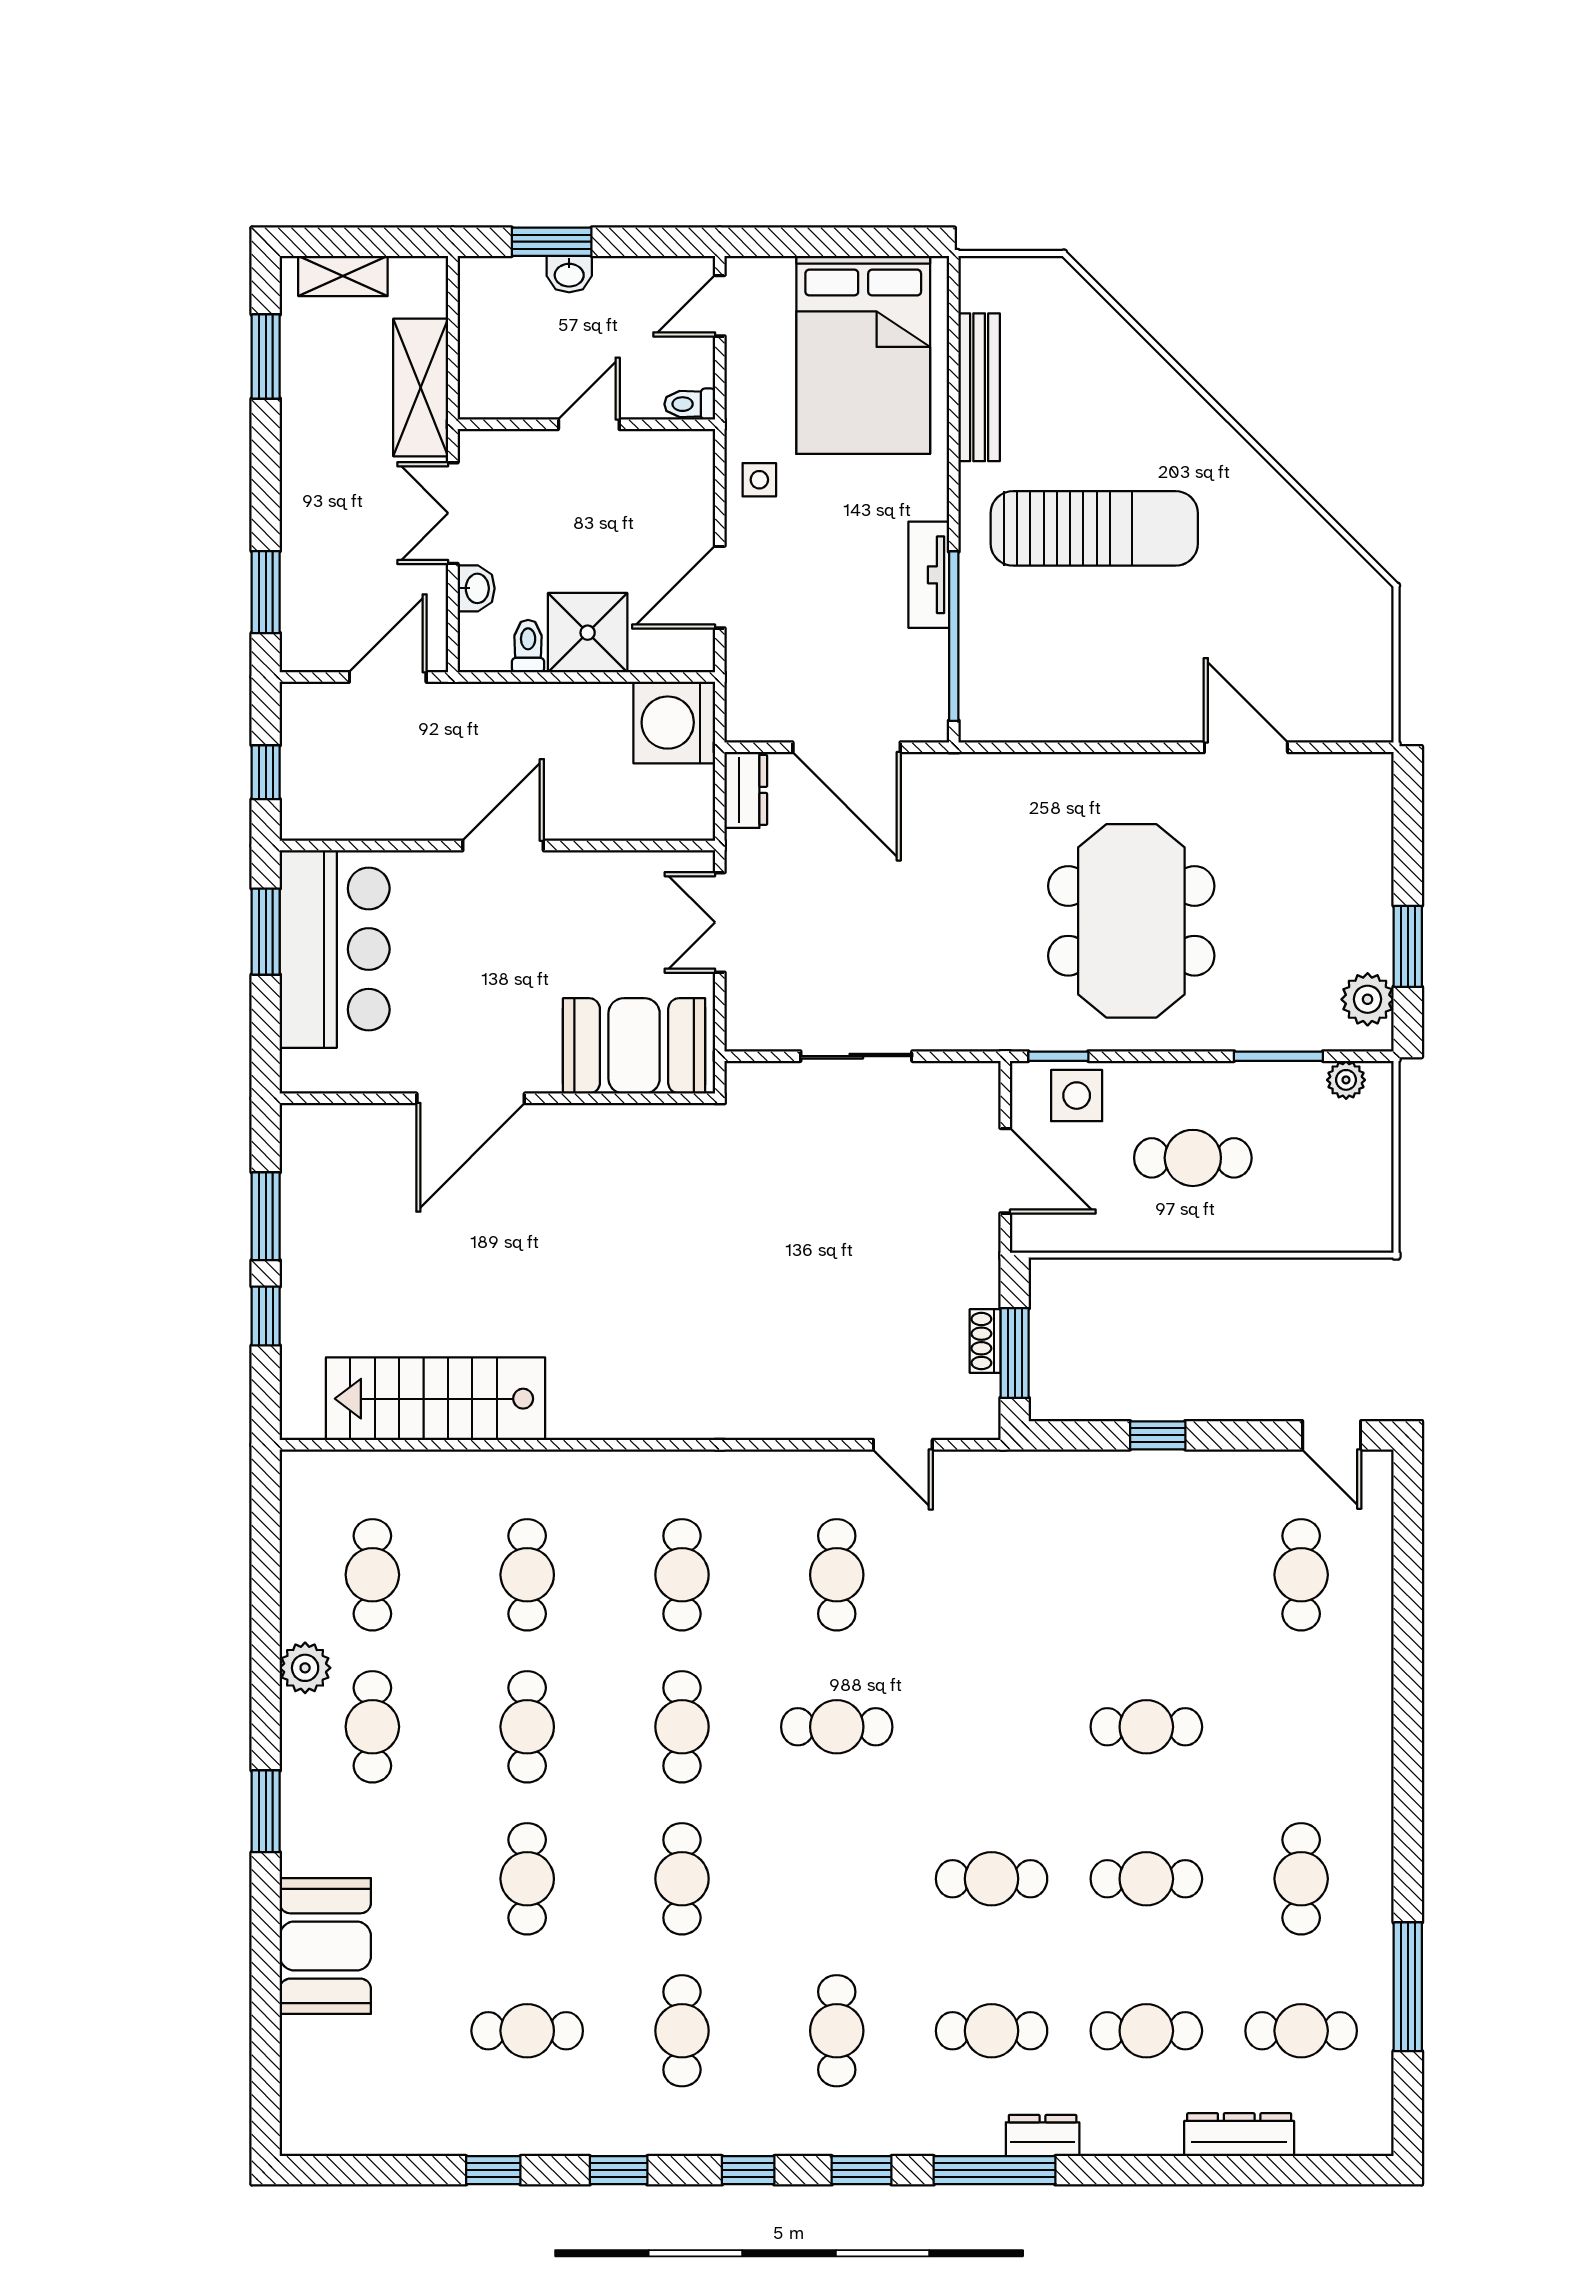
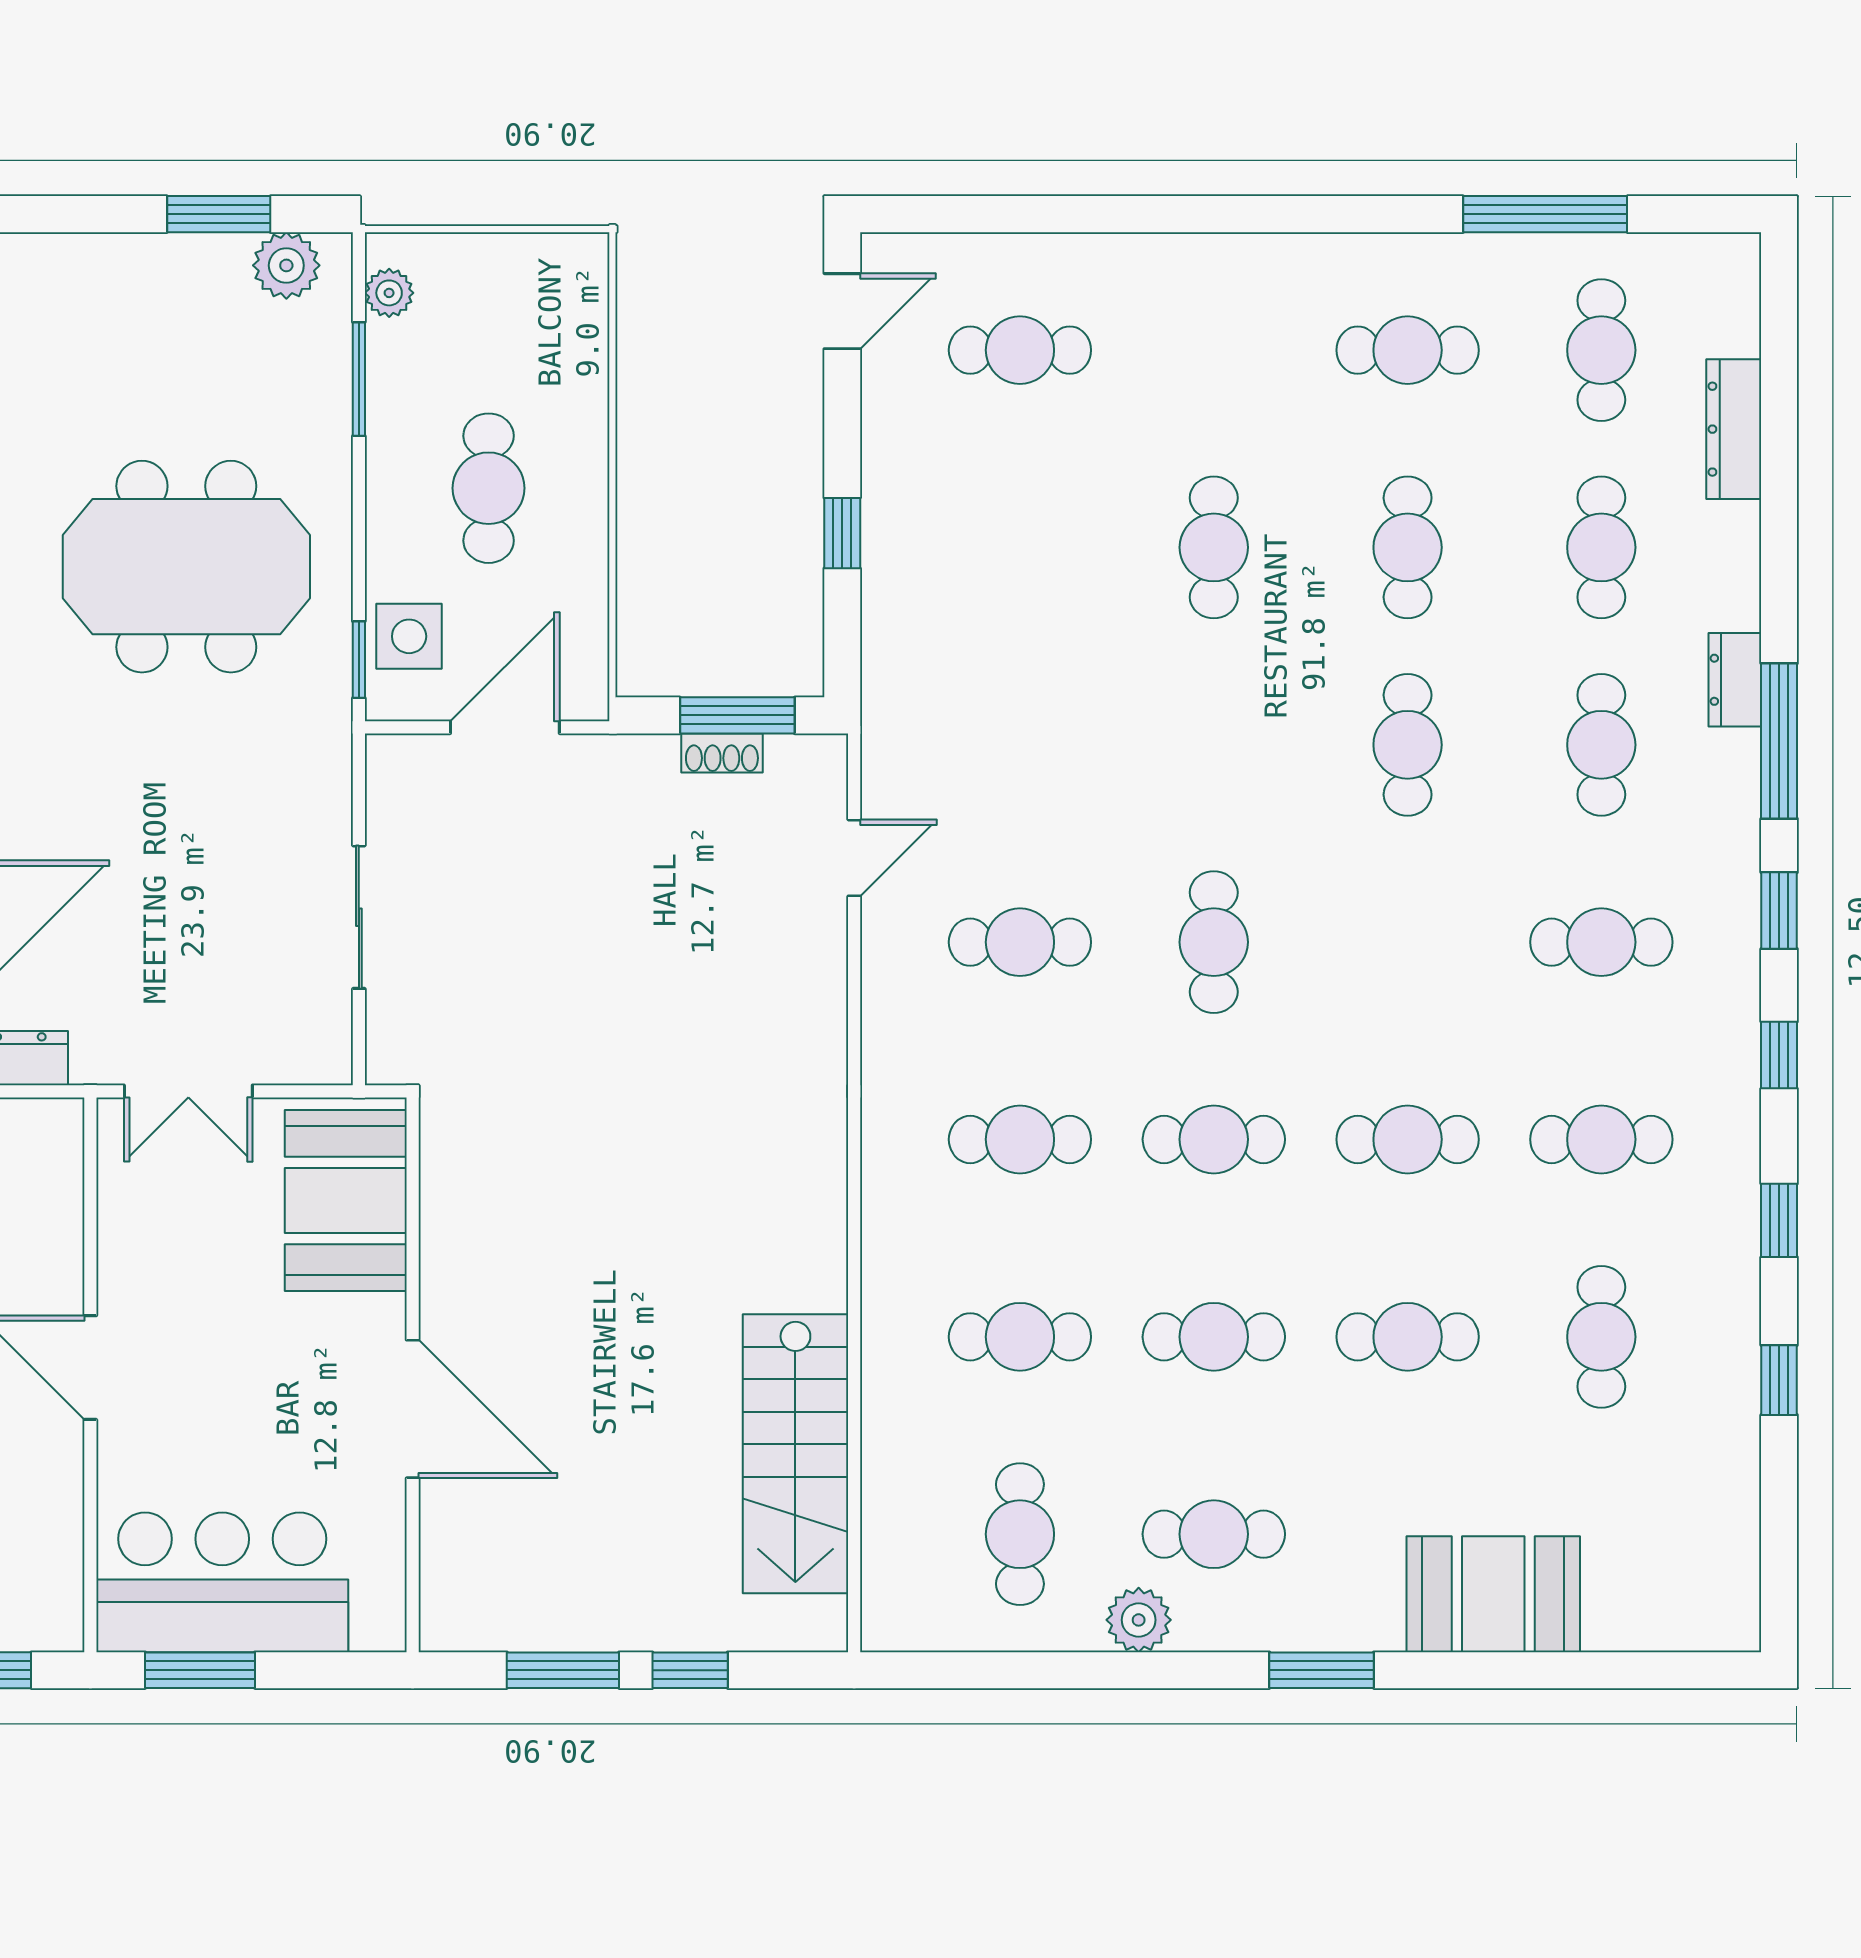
cafe table: (372, 1575) -> (1020, 1534), turned 90

